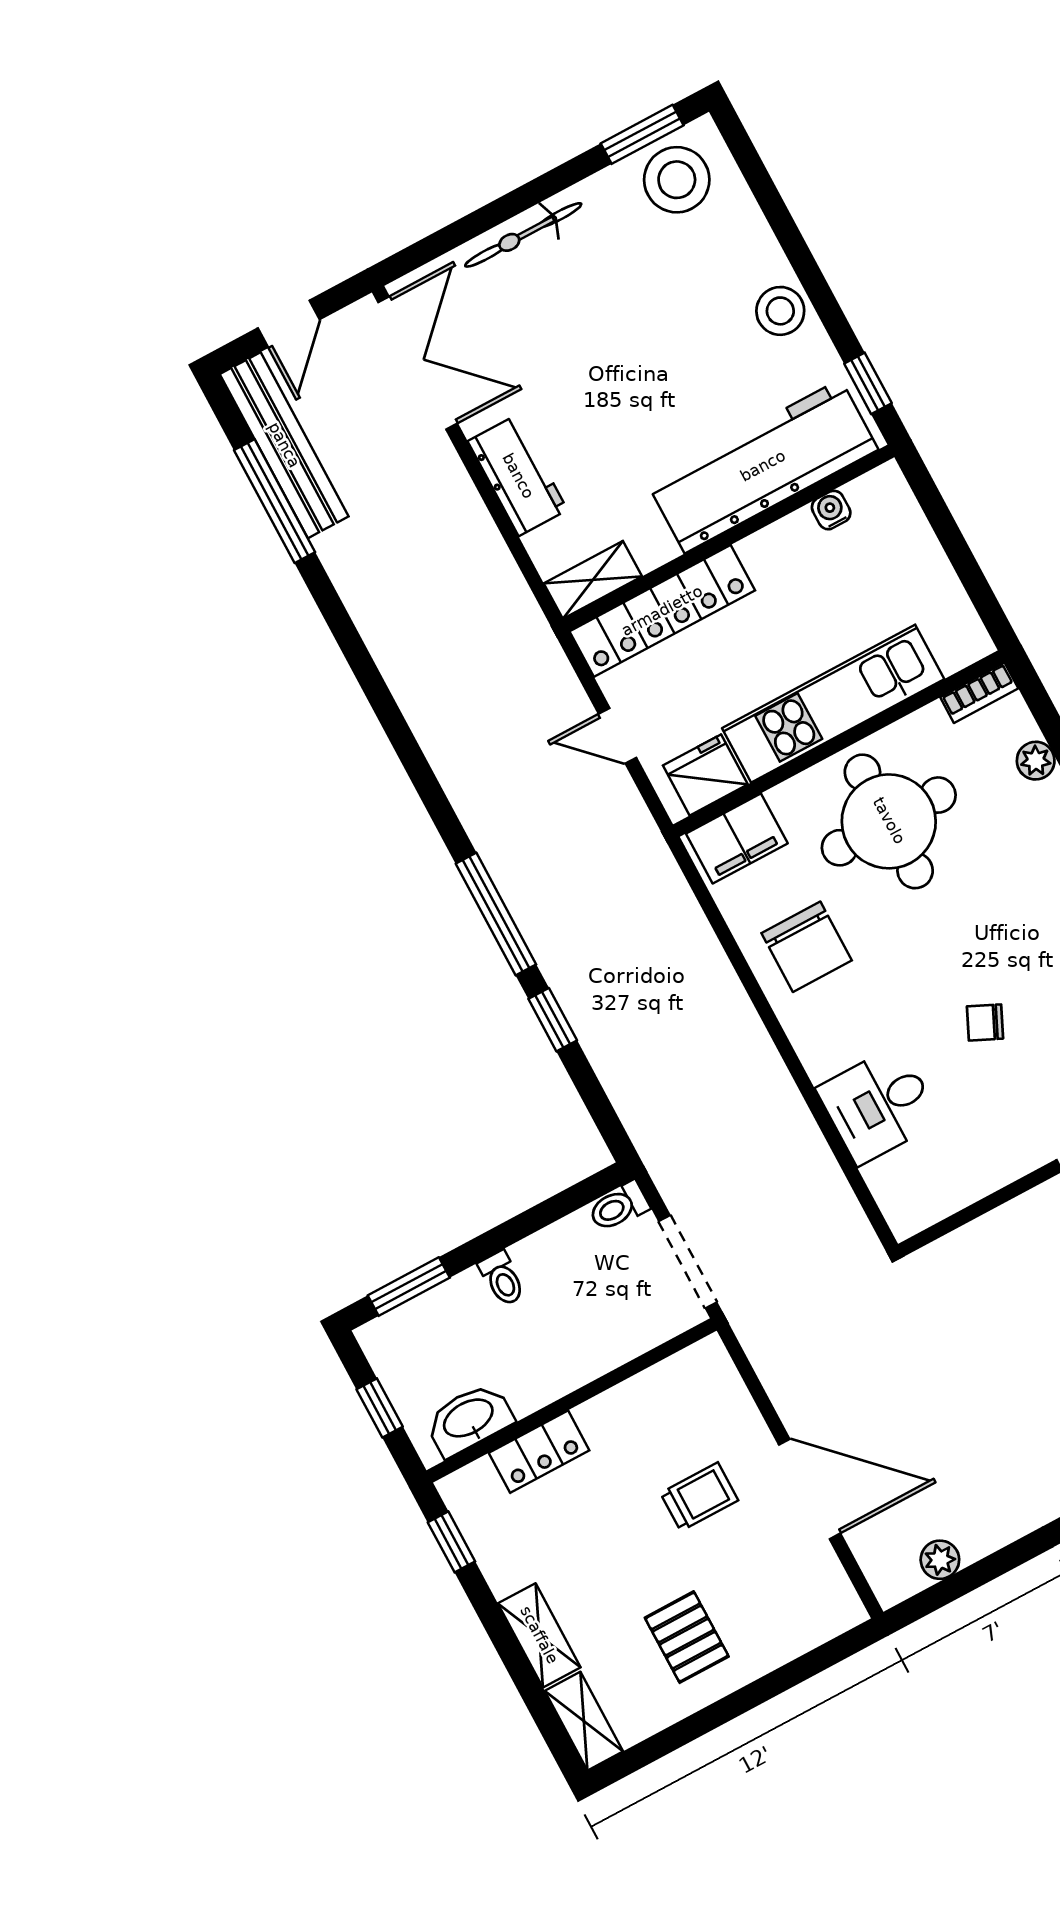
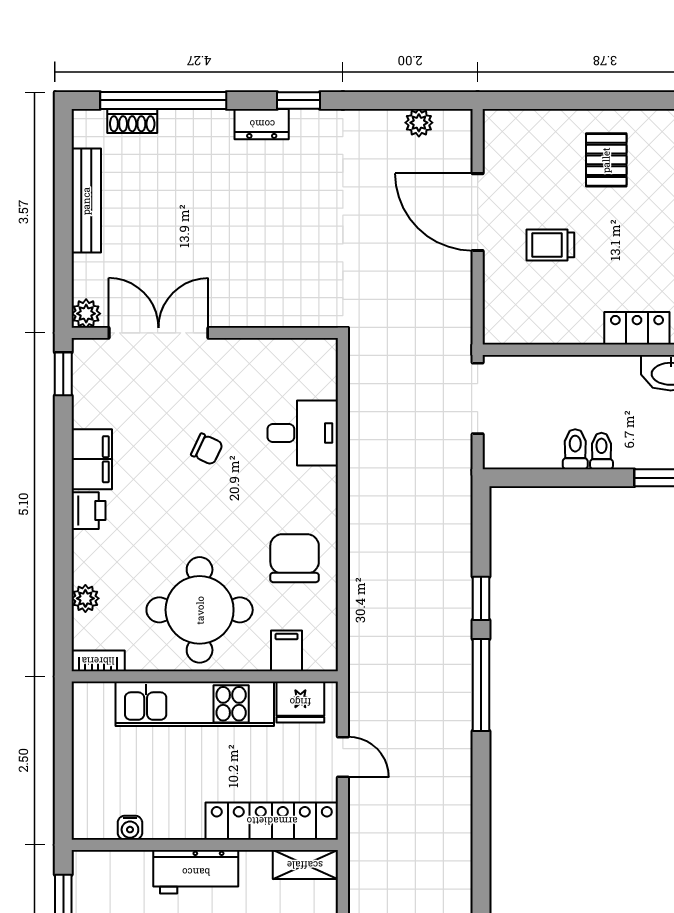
workbench: (763, 466) -> (196, 872), width x0.53, depth x0.76
filing cabinet: (737, 838) -> (287, 651), width x0.50
toilet: (619, 1207) -> (575, 449), moved, turned -90

